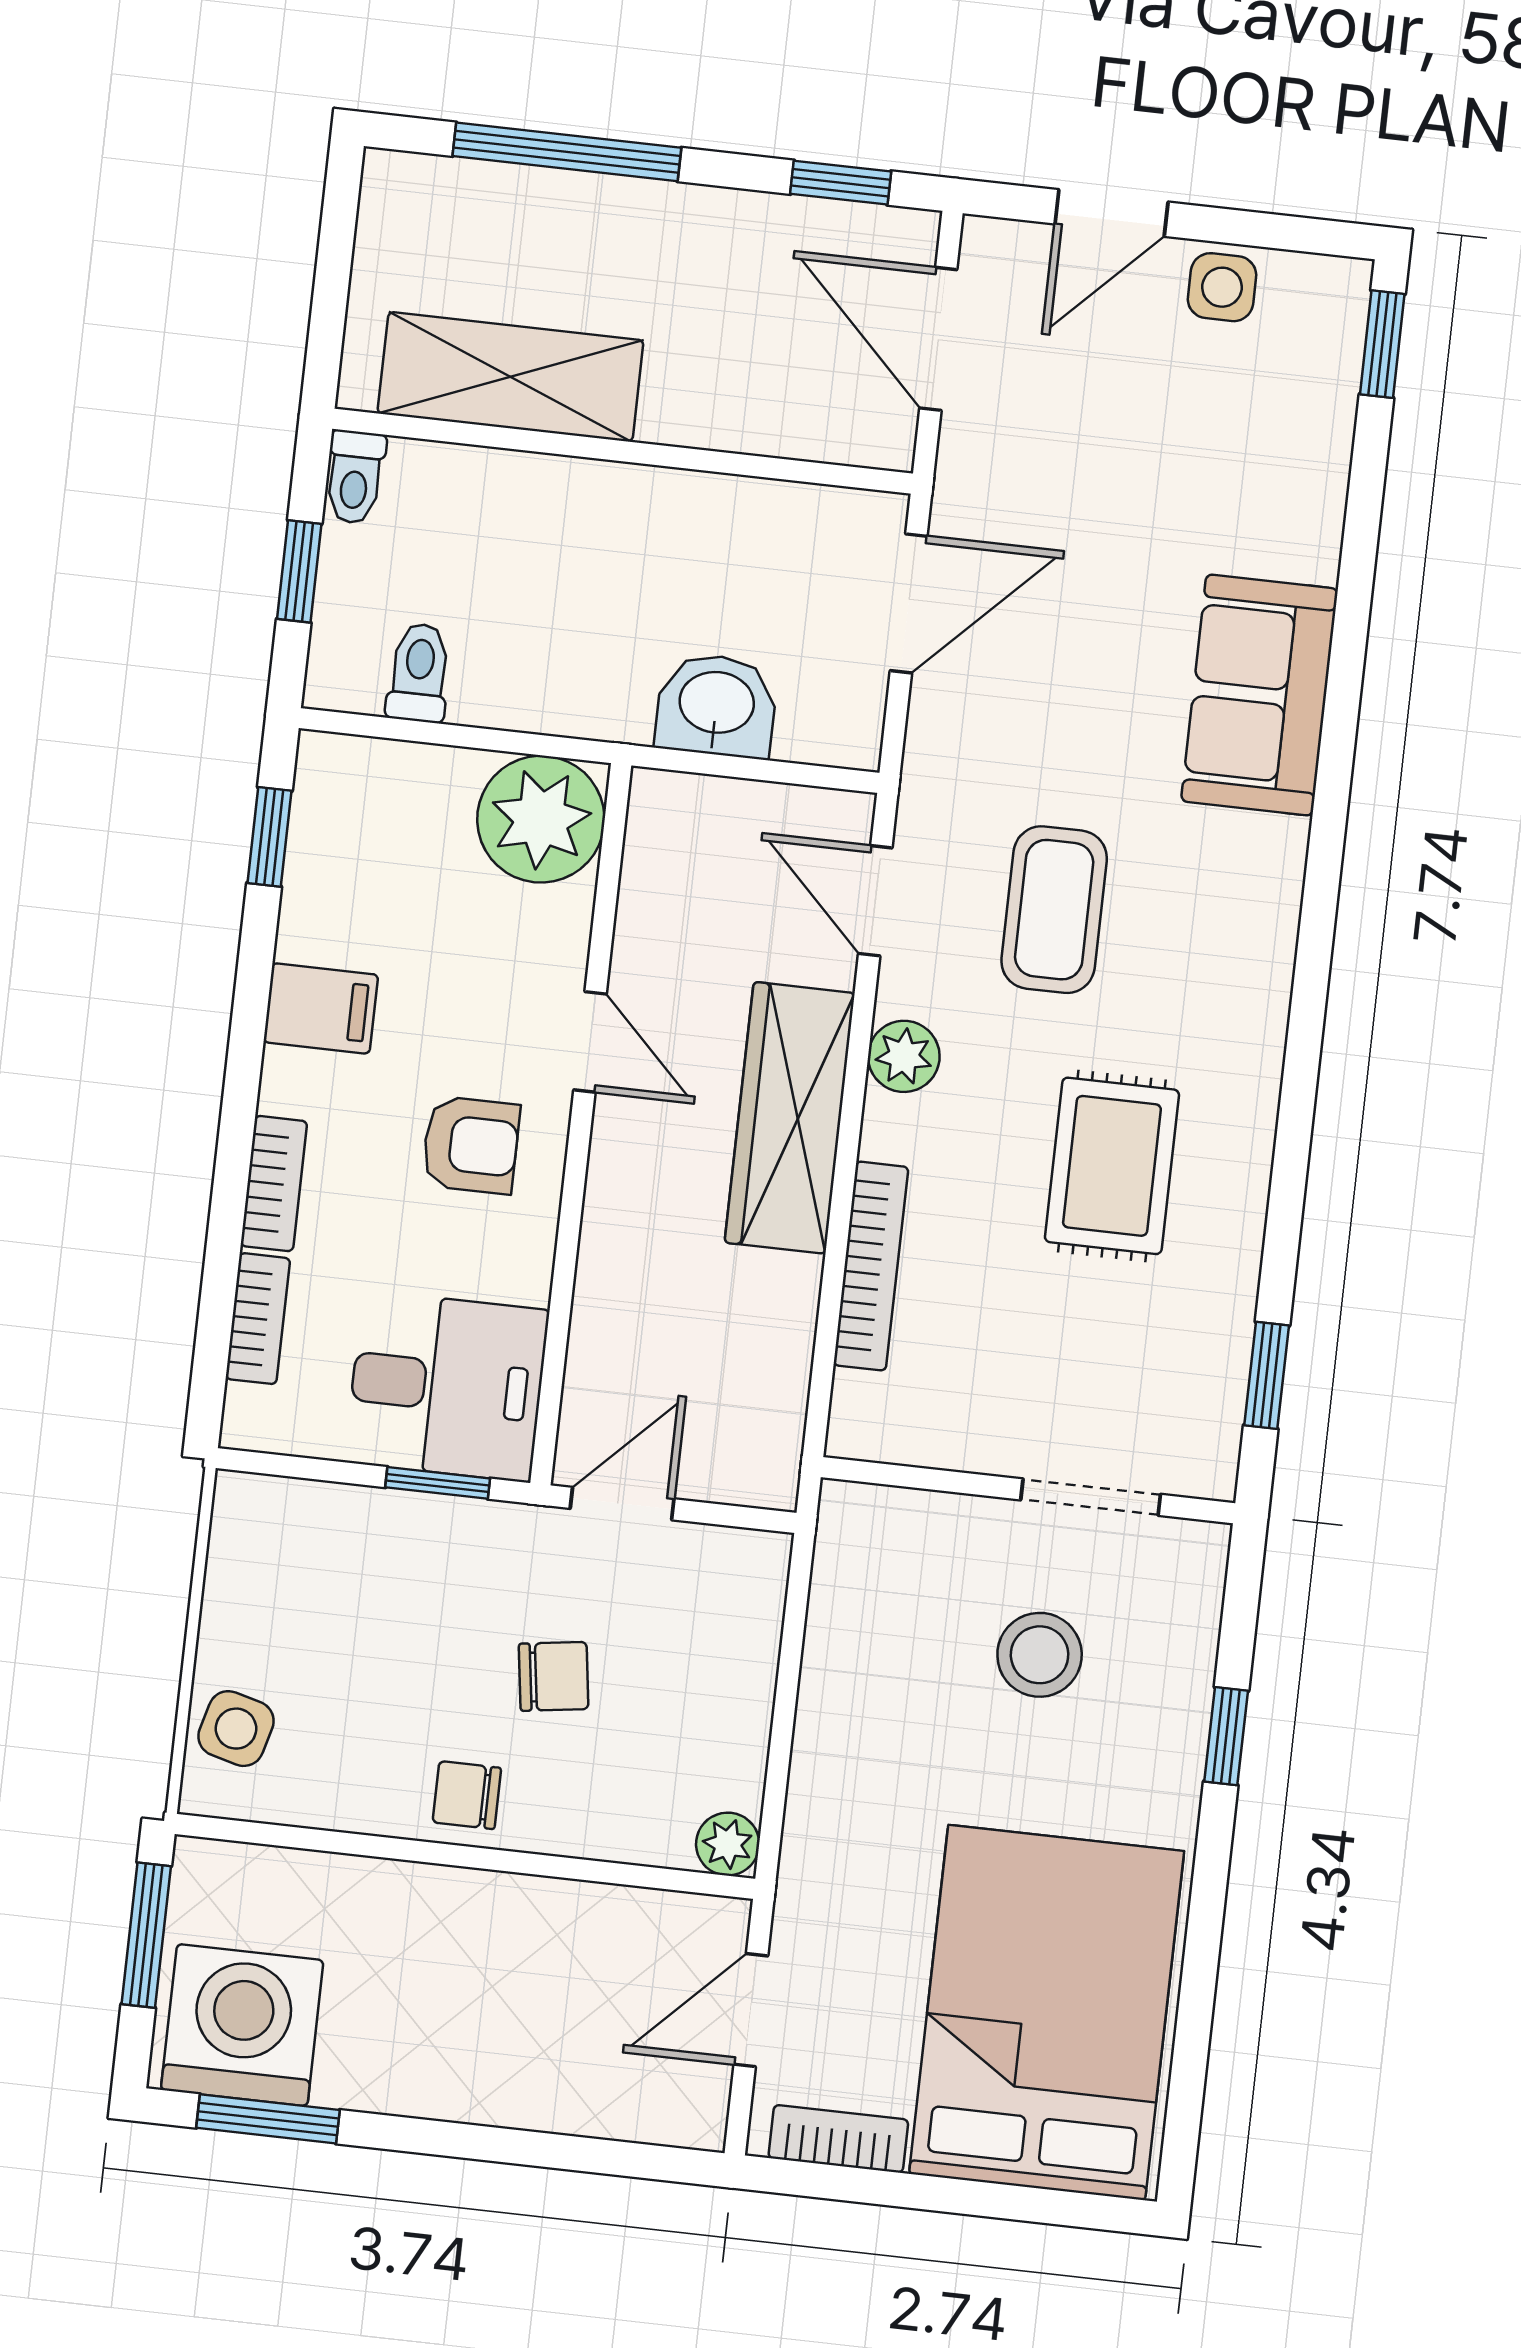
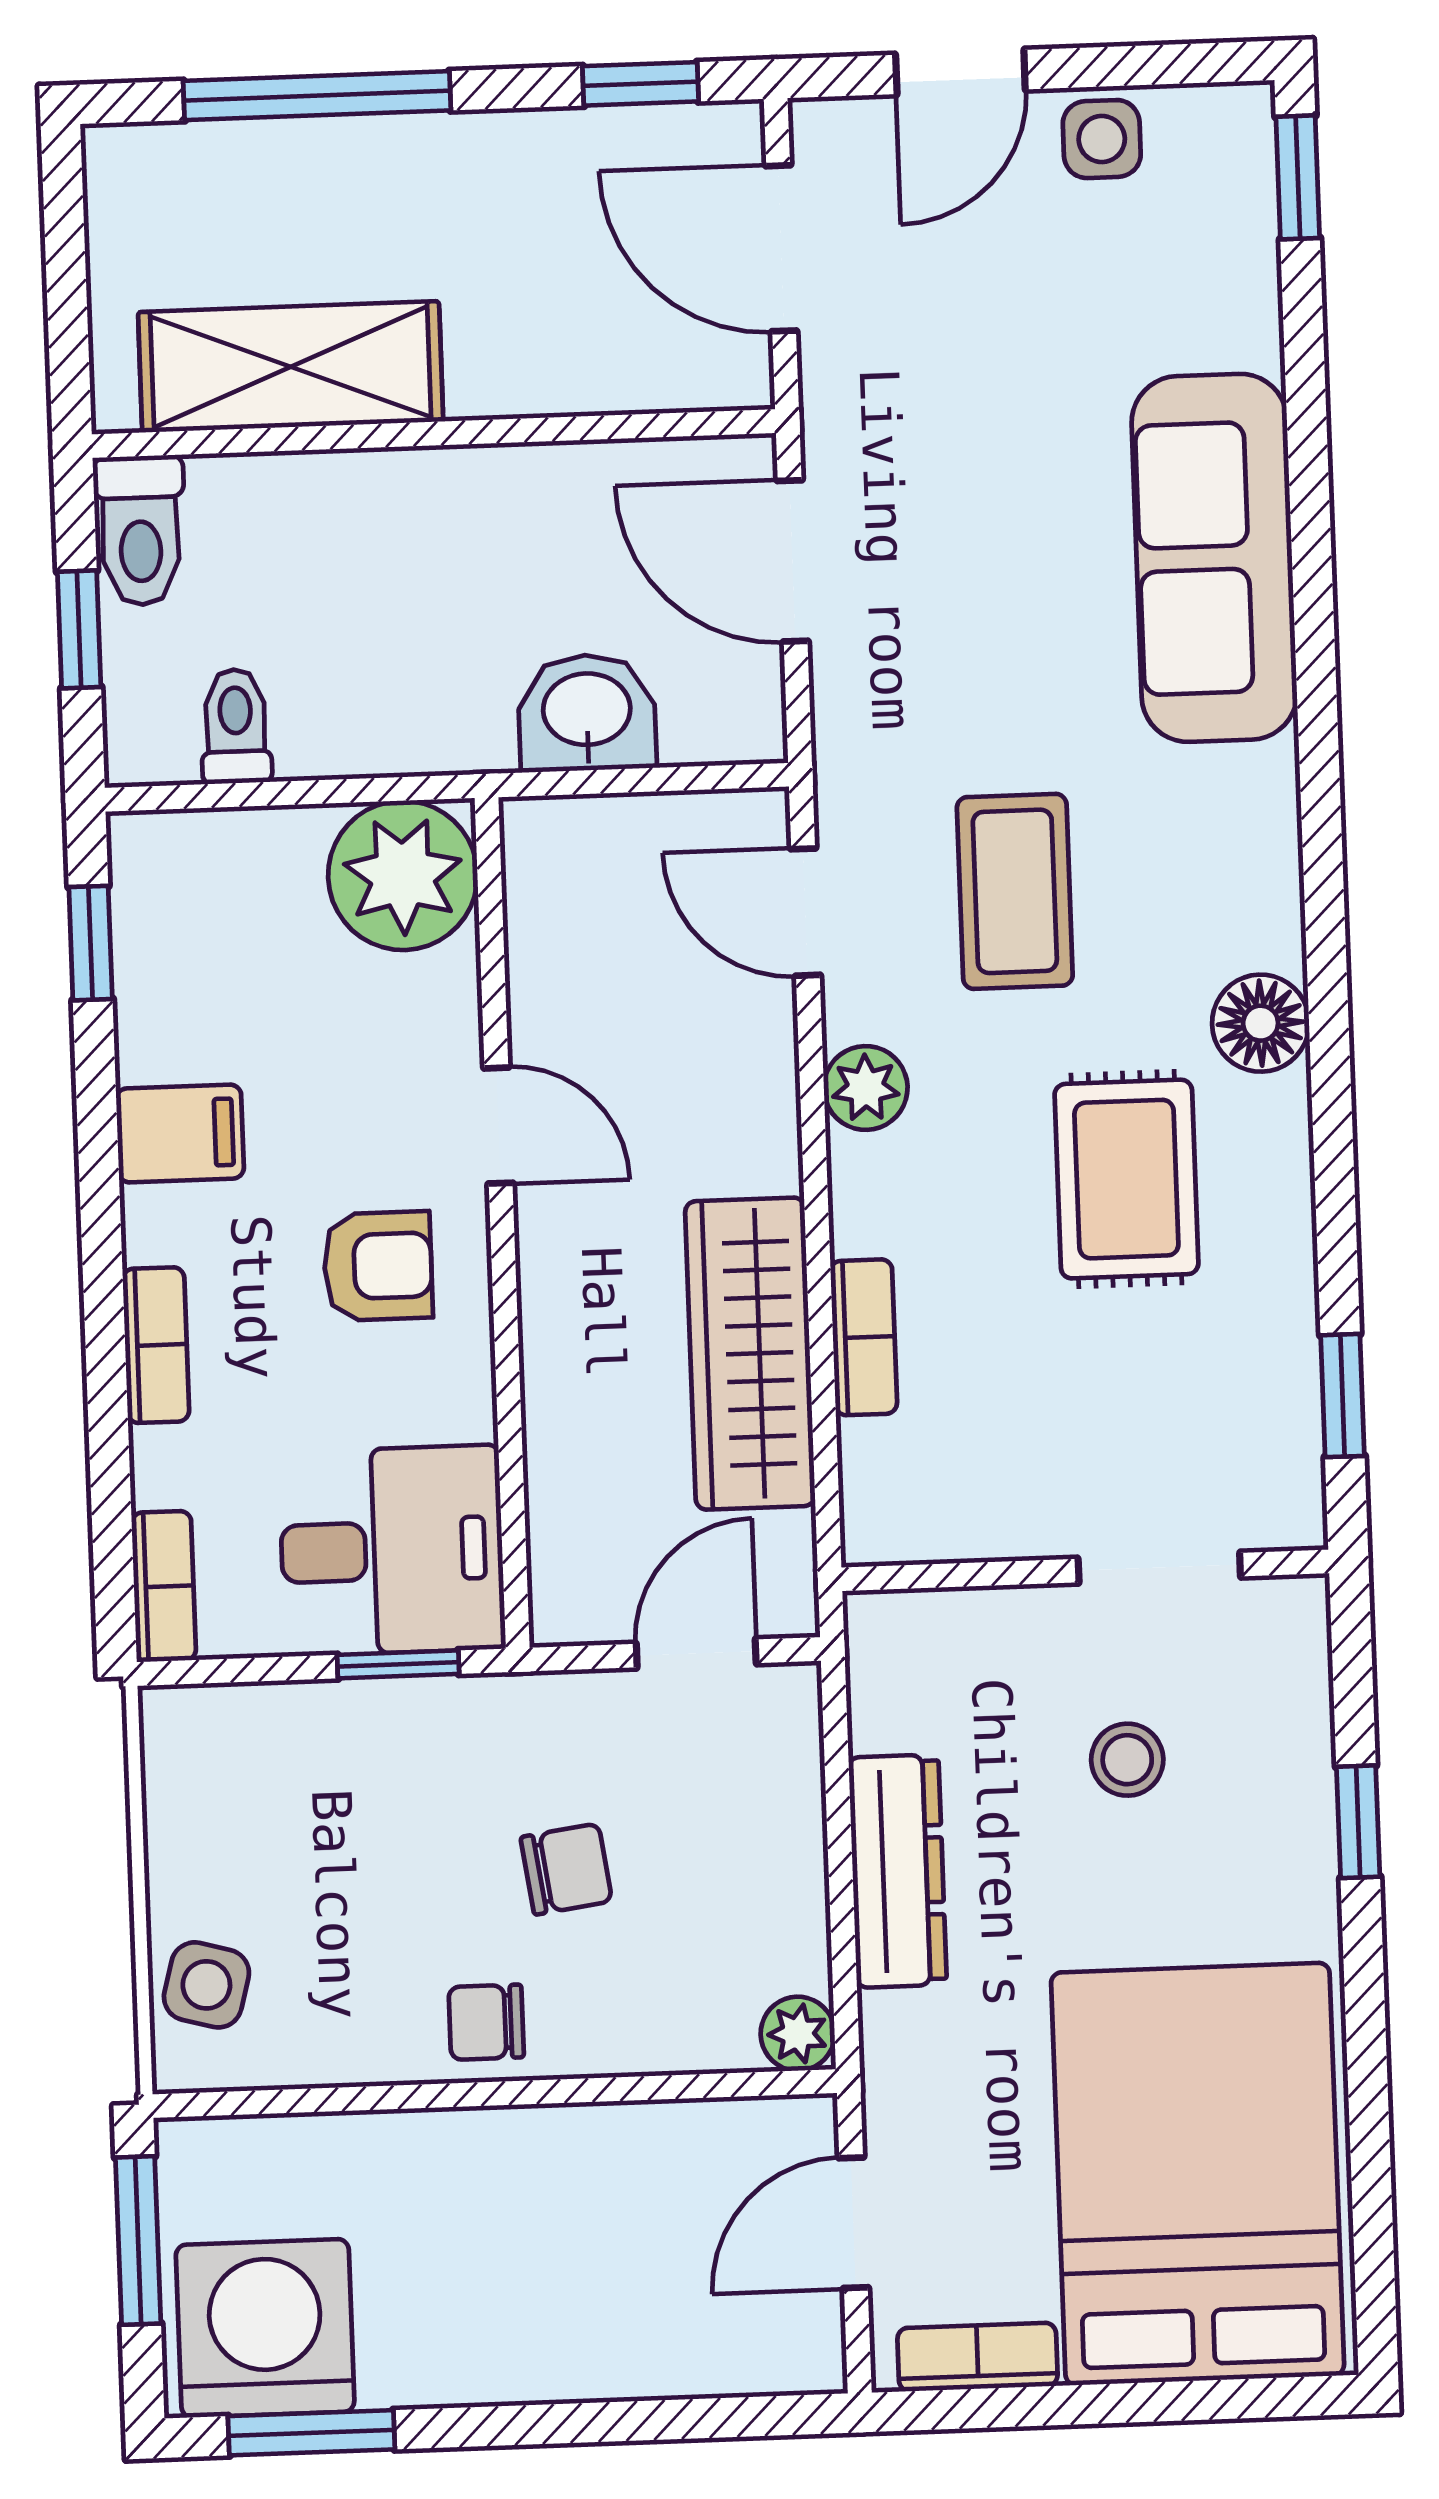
toilet: (355, 477) -> (140, 530), width x1.37, depth x1.39
door: (909, 603) -> (793, 561), swing flipped
sofa: (1259, 695) -> (1214, 558), width x1.36
floor lamp: (1244, 1052) -> (1261, 1023), added
wardrobe: (790, 1118) -> (750, 1354), moved
bookcase: (871, 1266) -> (864, 1337), width x0.64
bookcase: (258, 1319) -> (164, 1586), moved
door: (622, 1504) -> (696, 1653), moved
stool: (1040, 1655) -> (1127, 1760), width x0.73, depth x0.73
dresser: (832, 1720) -> (898, 1871), added

